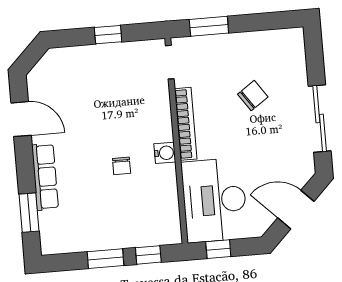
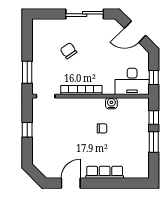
water cooler: (165, 153) -> (111, 103), moved
desk: (214, 200) -> (132, 81), width x0.73, depth x0.77
door: (296, 210) -> (135, 32), hinge flipped
window: (29, 213) -> (124, 183), removed

